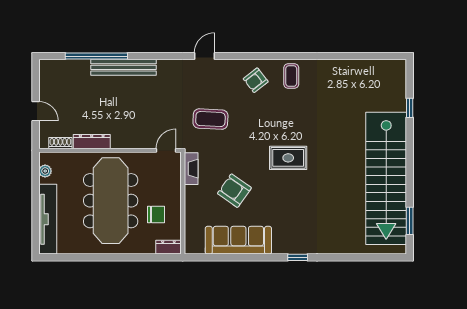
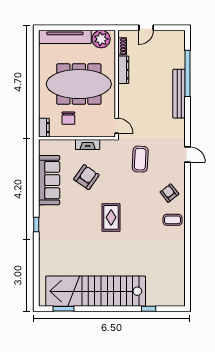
fireplace: (191, 169) -> (88, 145), moved
plant: (45, 171) -> (101, 39), width x1.88, depth x1.88

